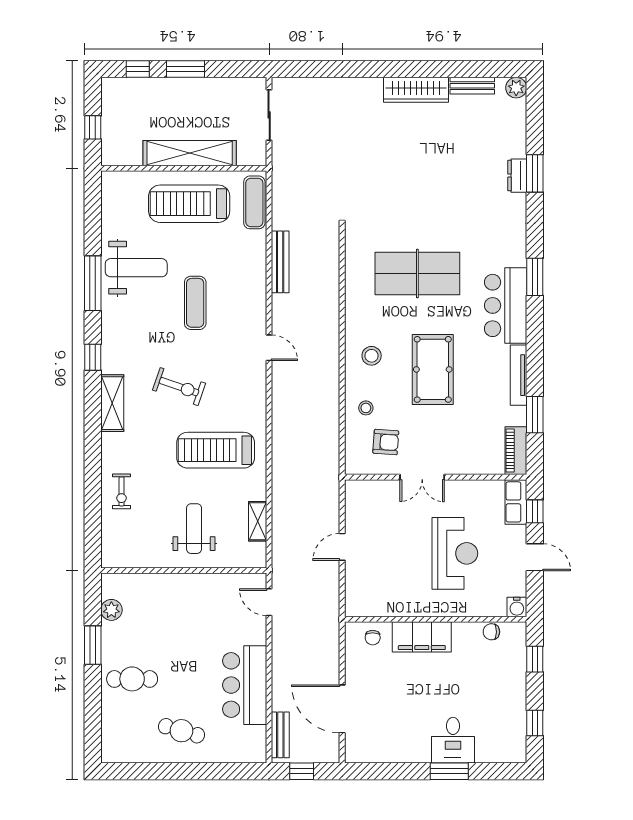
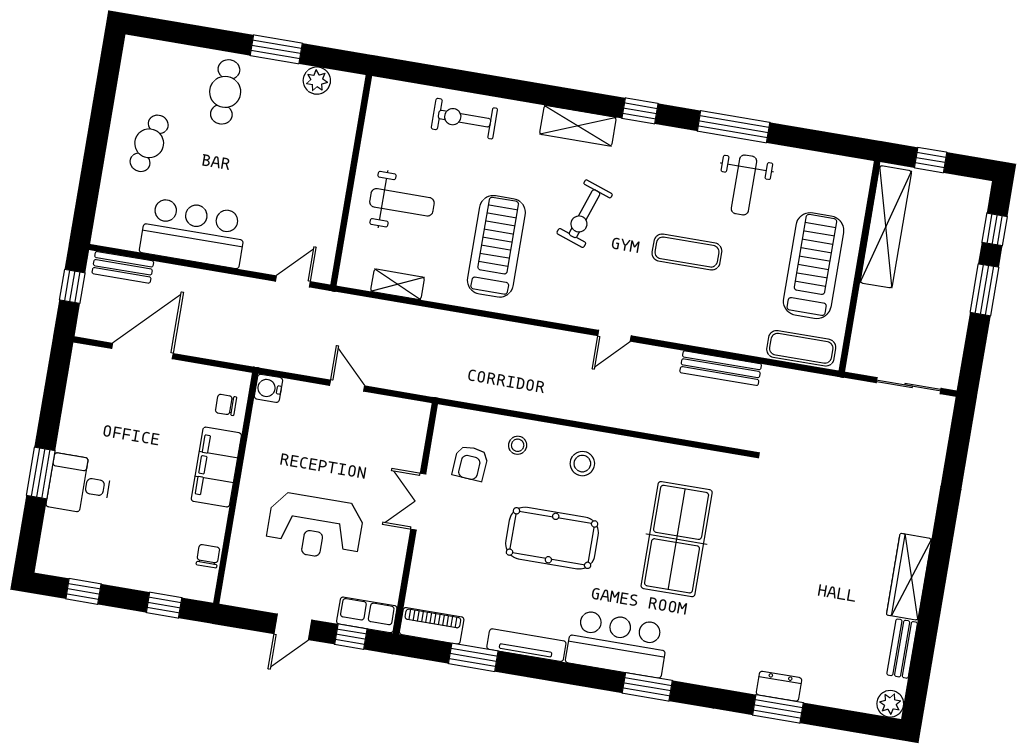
shelving: (190, 153) -> (886, 227), moved
weight bench: (136, 268) -> (744, 185), width x0.73, depth x0.75
exercise bike: (121, 491) -> (464, 119), width x1.38, depth x1.39
water cooler: (517, 607) -> (268, 388), moved

